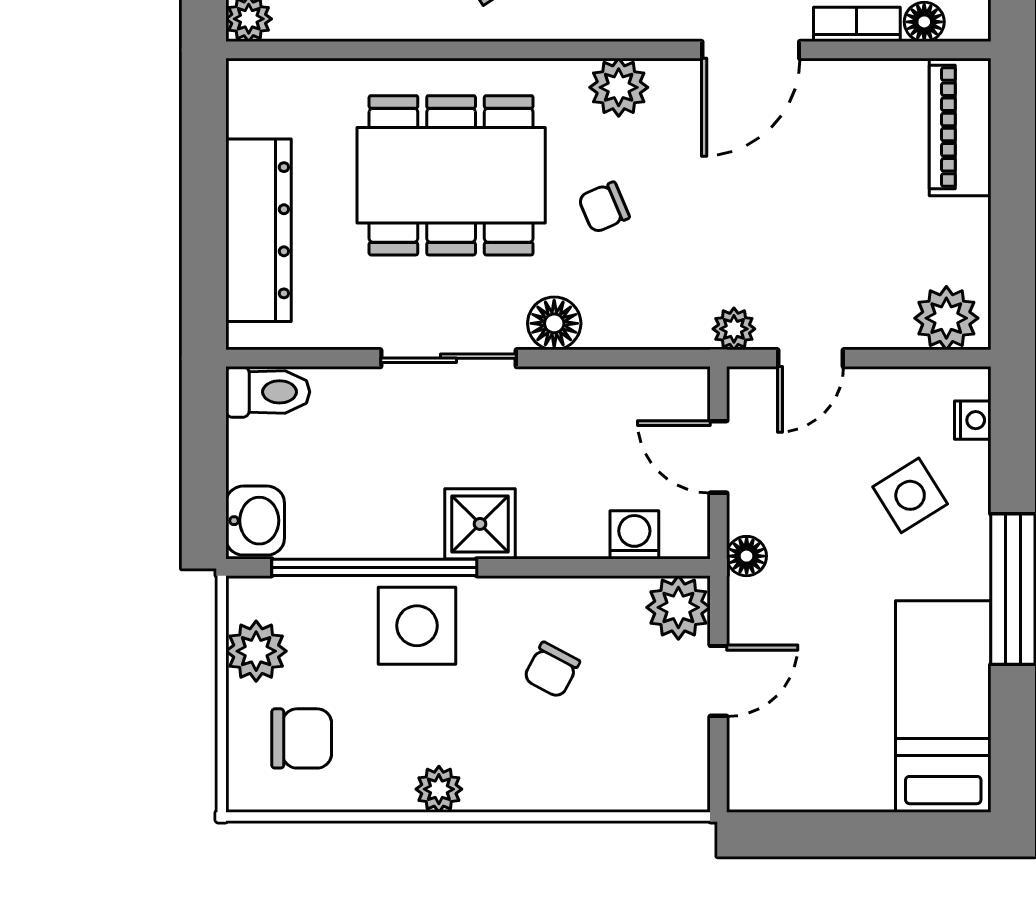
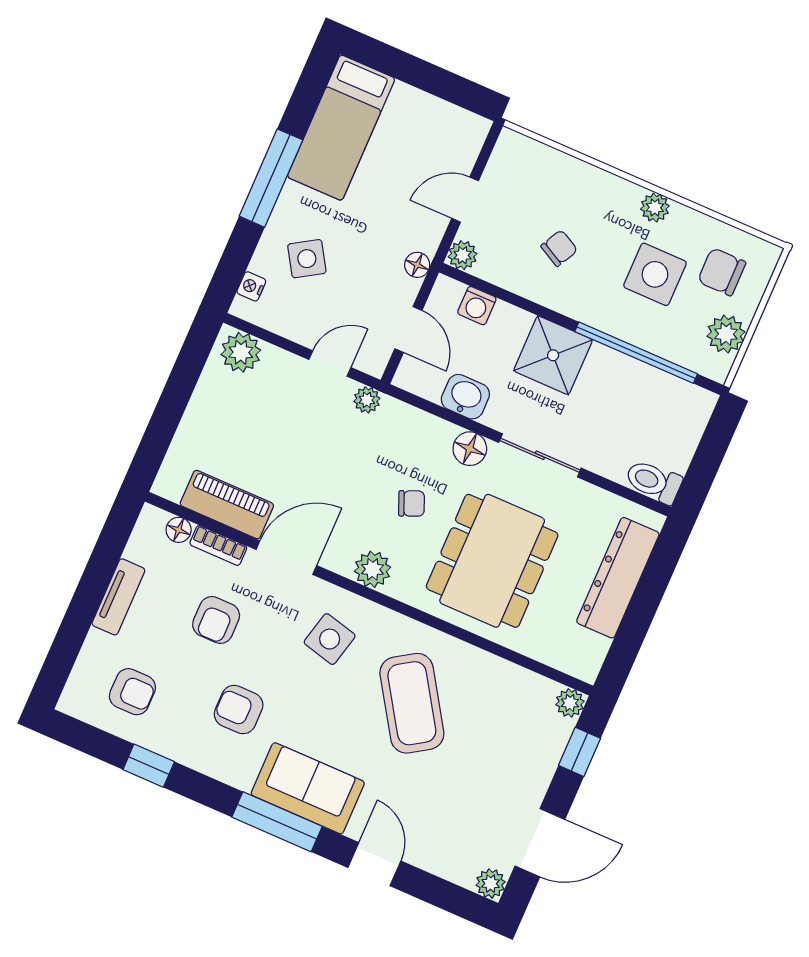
piano: (960, 127) -> (227, 505), moved, turned -90
dining table: (451, 175) -> (492, 561), turned 90
washbasin: (255, 521) -> (465, 397), moved, turned 90
shower: (480, 524) -> (553, 355), width x1.36, depth x1.36
plant: (678, 607) -> (463, 255), width x0.73, depth x0.73
side table: (417, 626) -> (655, 274), moved

